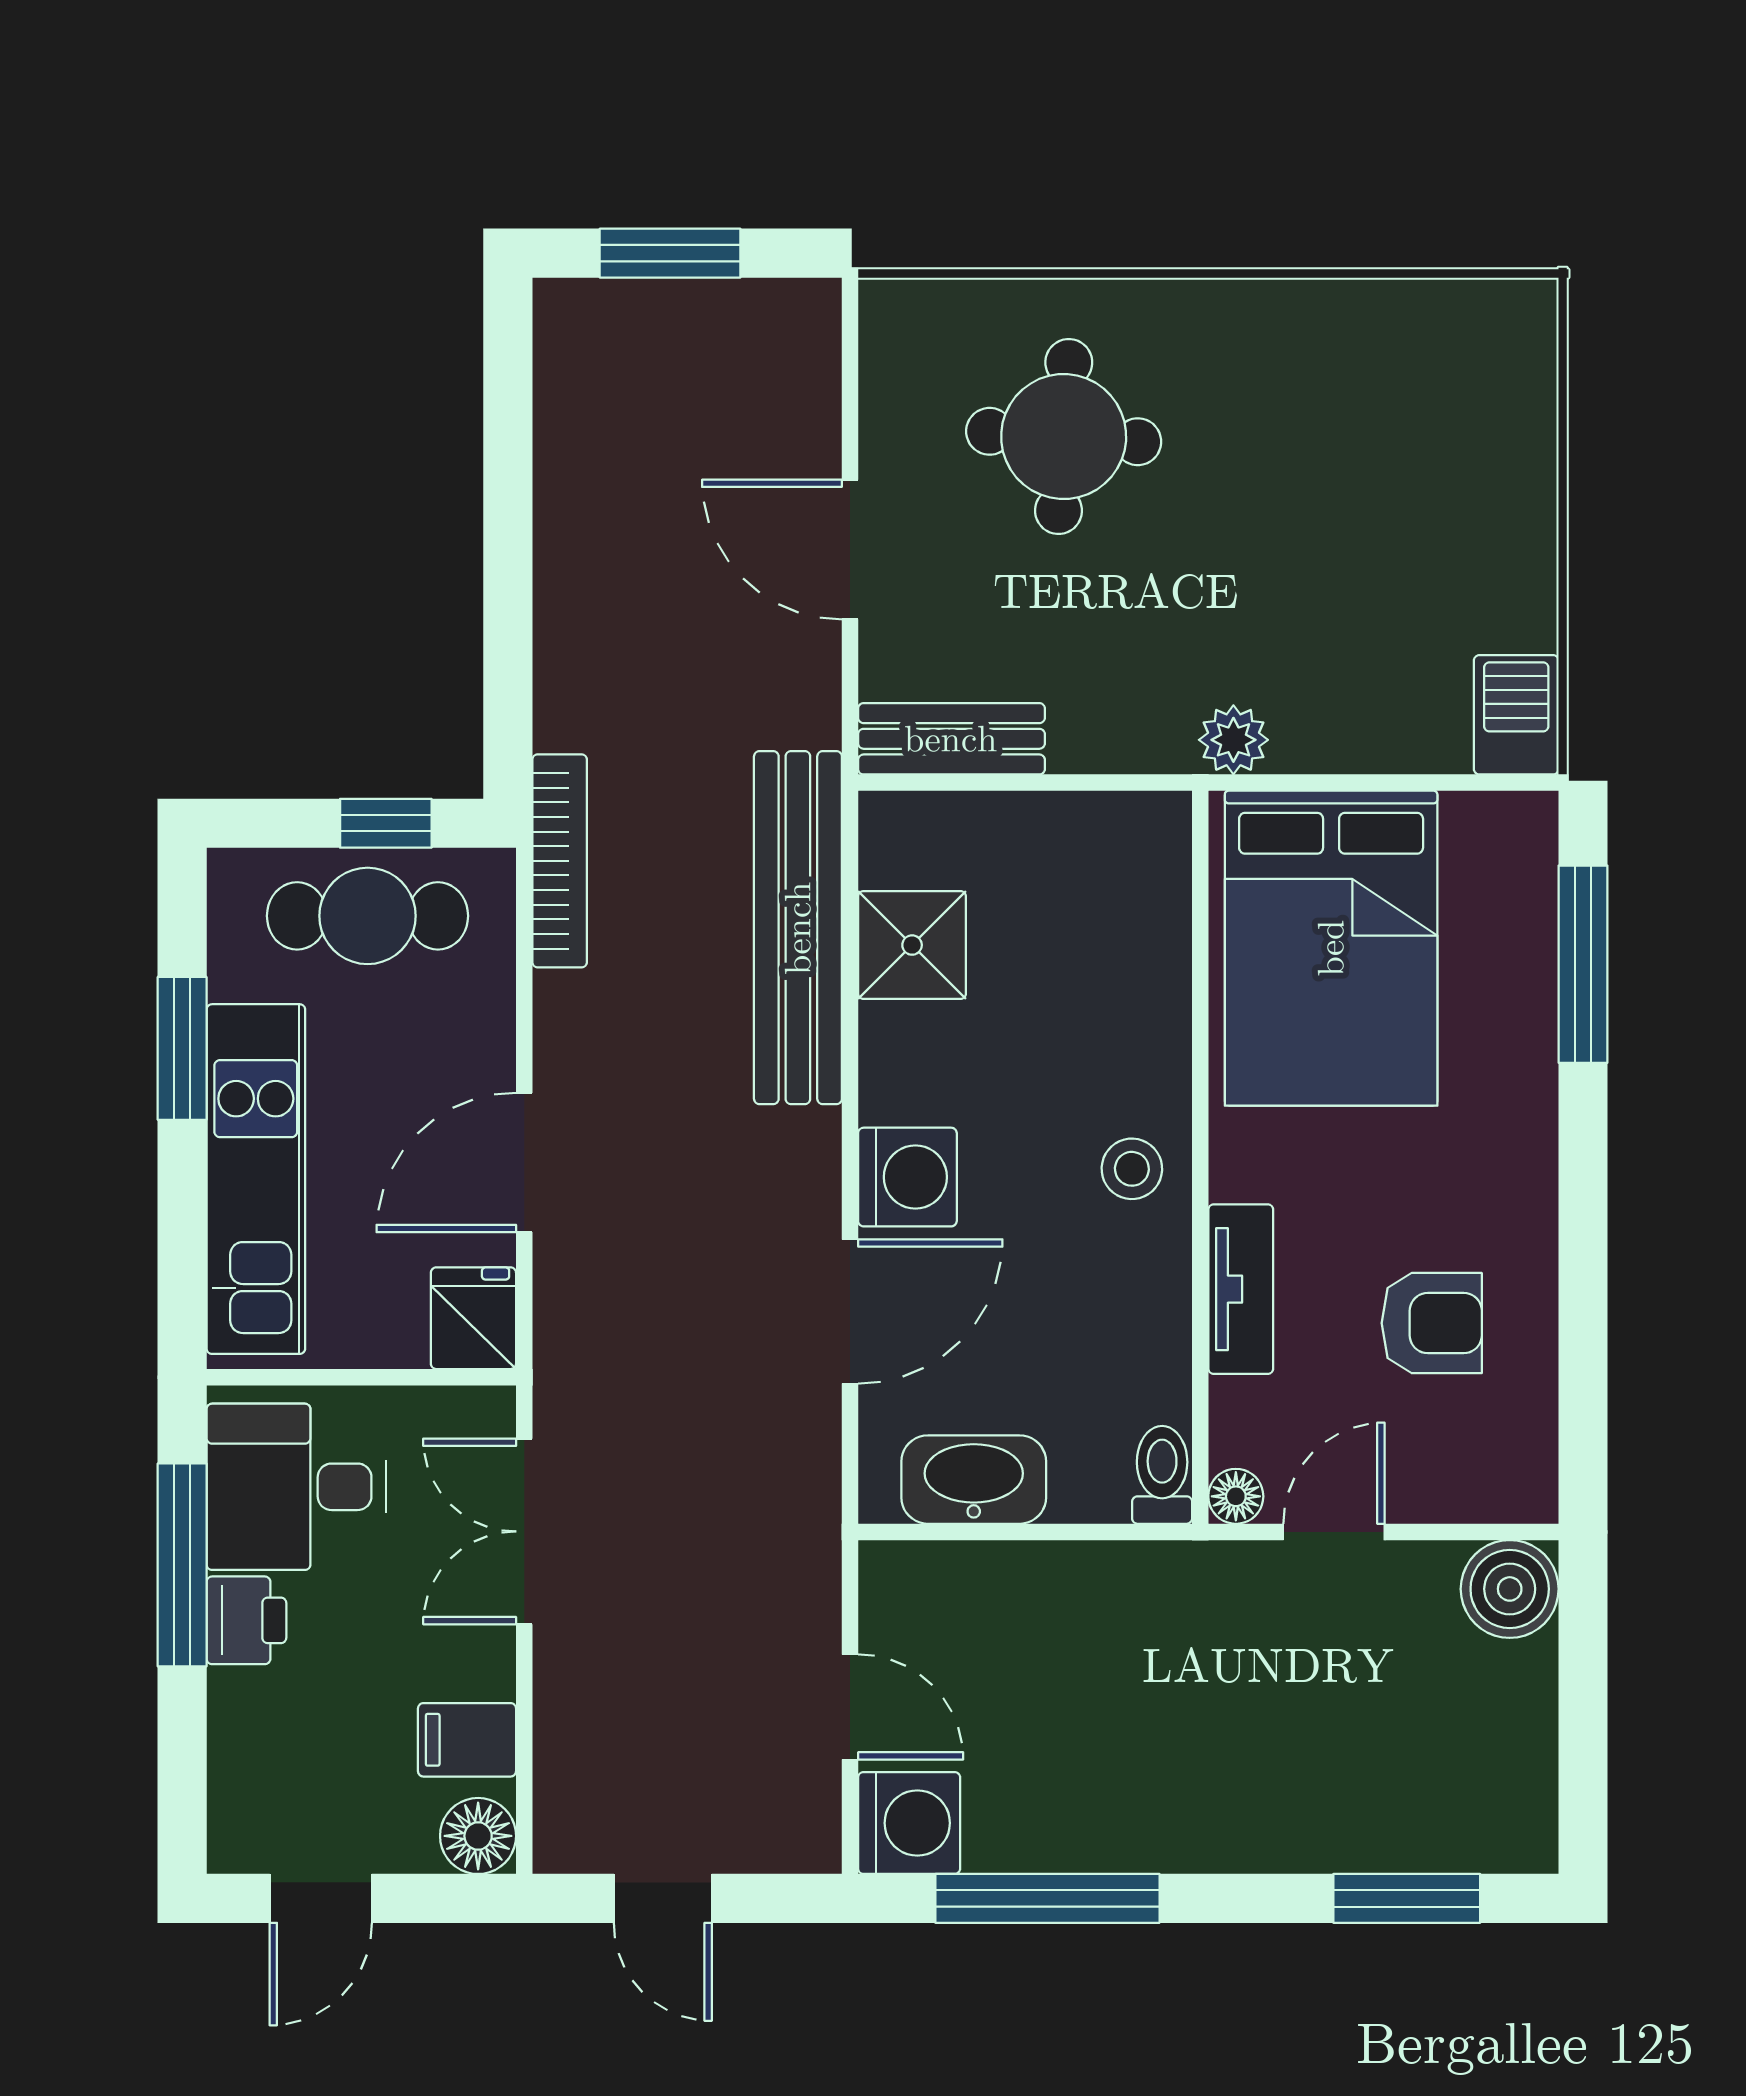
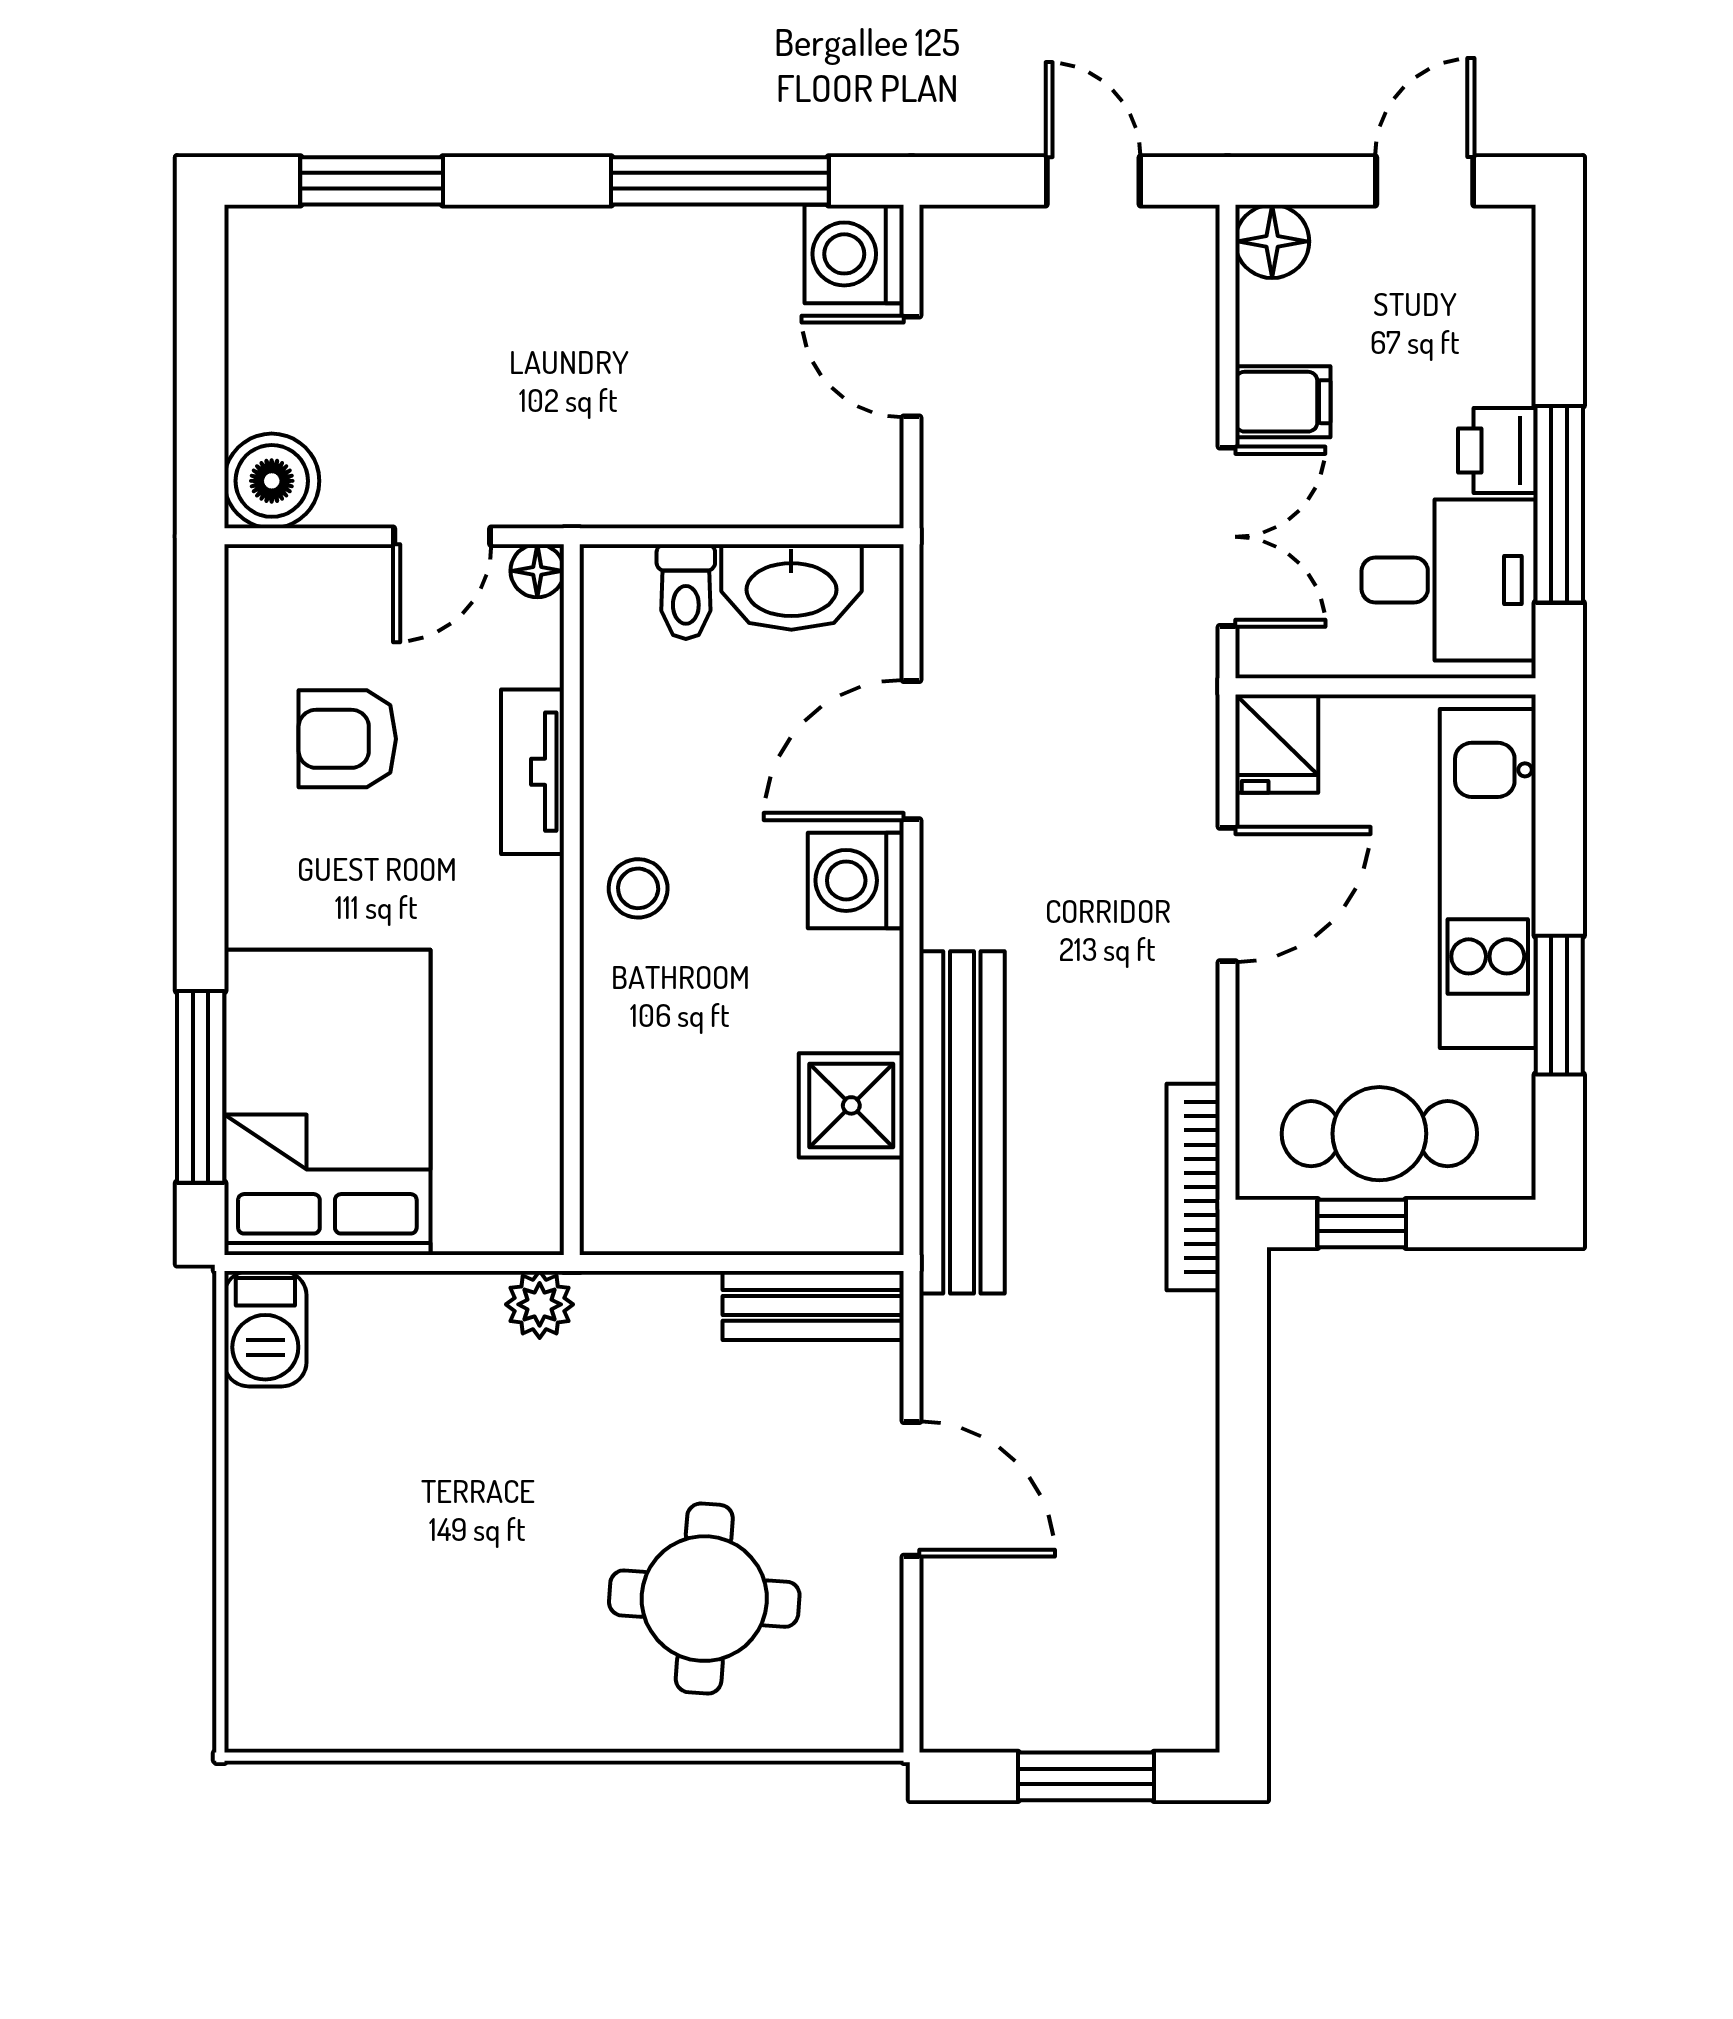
bed: (1331, 948) -> (327, 1102), moved
toilet: (1162, 1475) -> (686, 592), moved
filing cabinet: (467, 1740) -> (1283, 402), moved

